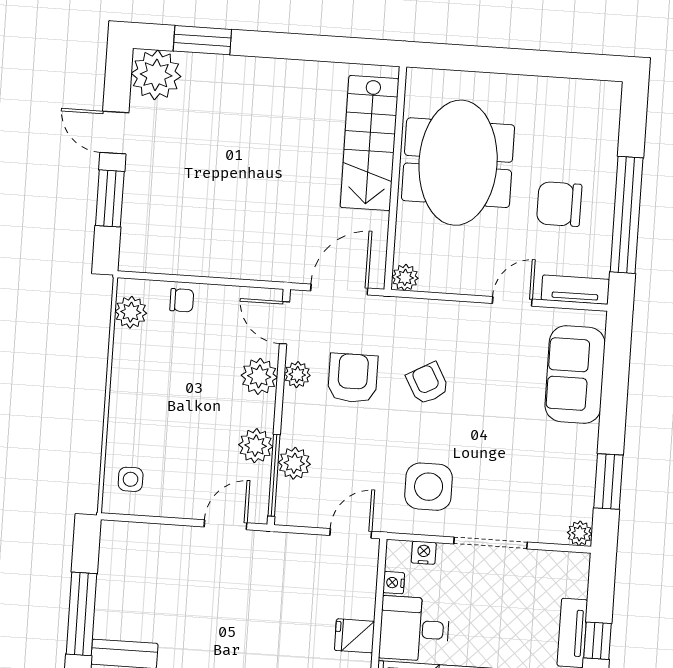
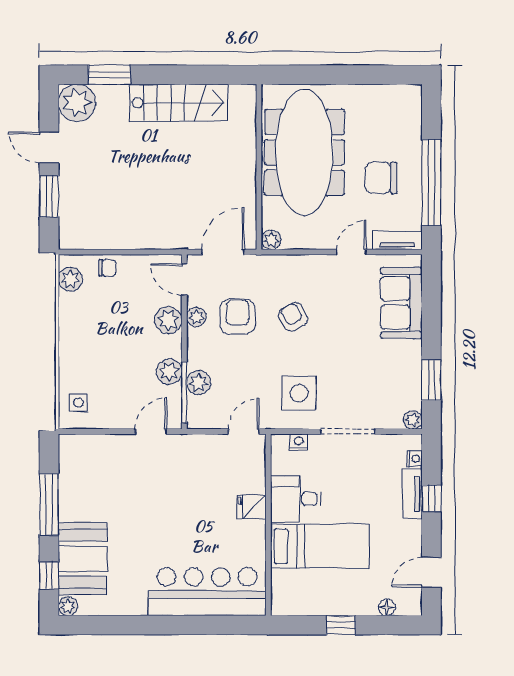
stairs: (370, 143) -> (179, 103), moved, turned -90
meeting table: (458, 163) -> (304, 152), width x1.36
nightstand: (394, 583) -> (415, 459), moved, turned 180

